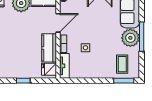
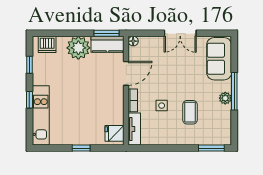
plant: (130, 38) -> (225, 98), width x0.53, depth x0.53
kitchen counter: (49, 48) -> (115, 106), removed
coffee table: (122, 64) -> (190, 112), moved

